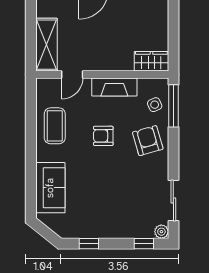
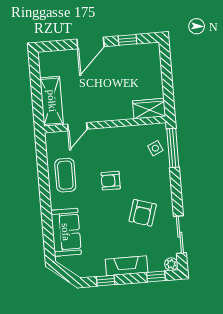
fireplace: (114, 87) -> (127, 266), moved, turned 180
armchair: (148, 141) -> (143, 213), moved, turned -147

